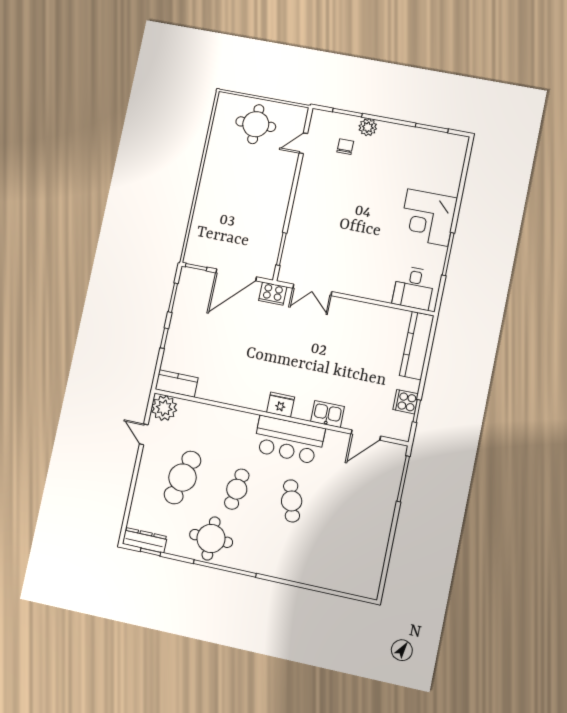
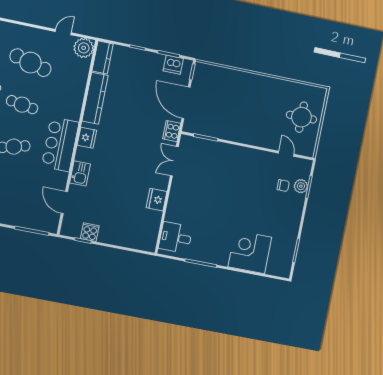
plant: (368, 127) -> (301, 186), moved
corner desk: (428, 218) -> (250, 252), moved
dishwasher: (187, 292) -> (173, 65), added
fridge: (363, 313) -> (157, 200), added
kitchen counter: (417, 346) -> (95, 98), moved, turned 90

